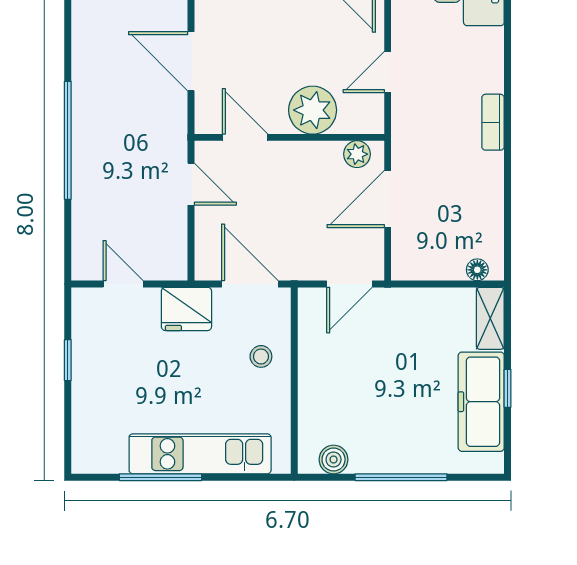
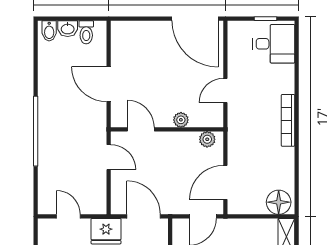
plant: (313, 110) -> (181, 120), width x0.53, depth x0.53
bookcase: (493, 122) -> (288, 120), width x1.56
door: (388, 199) -> (225, 182), moved
floor lamp: (477, 270) -> (279, 202), width x1.89, depth x1.89

